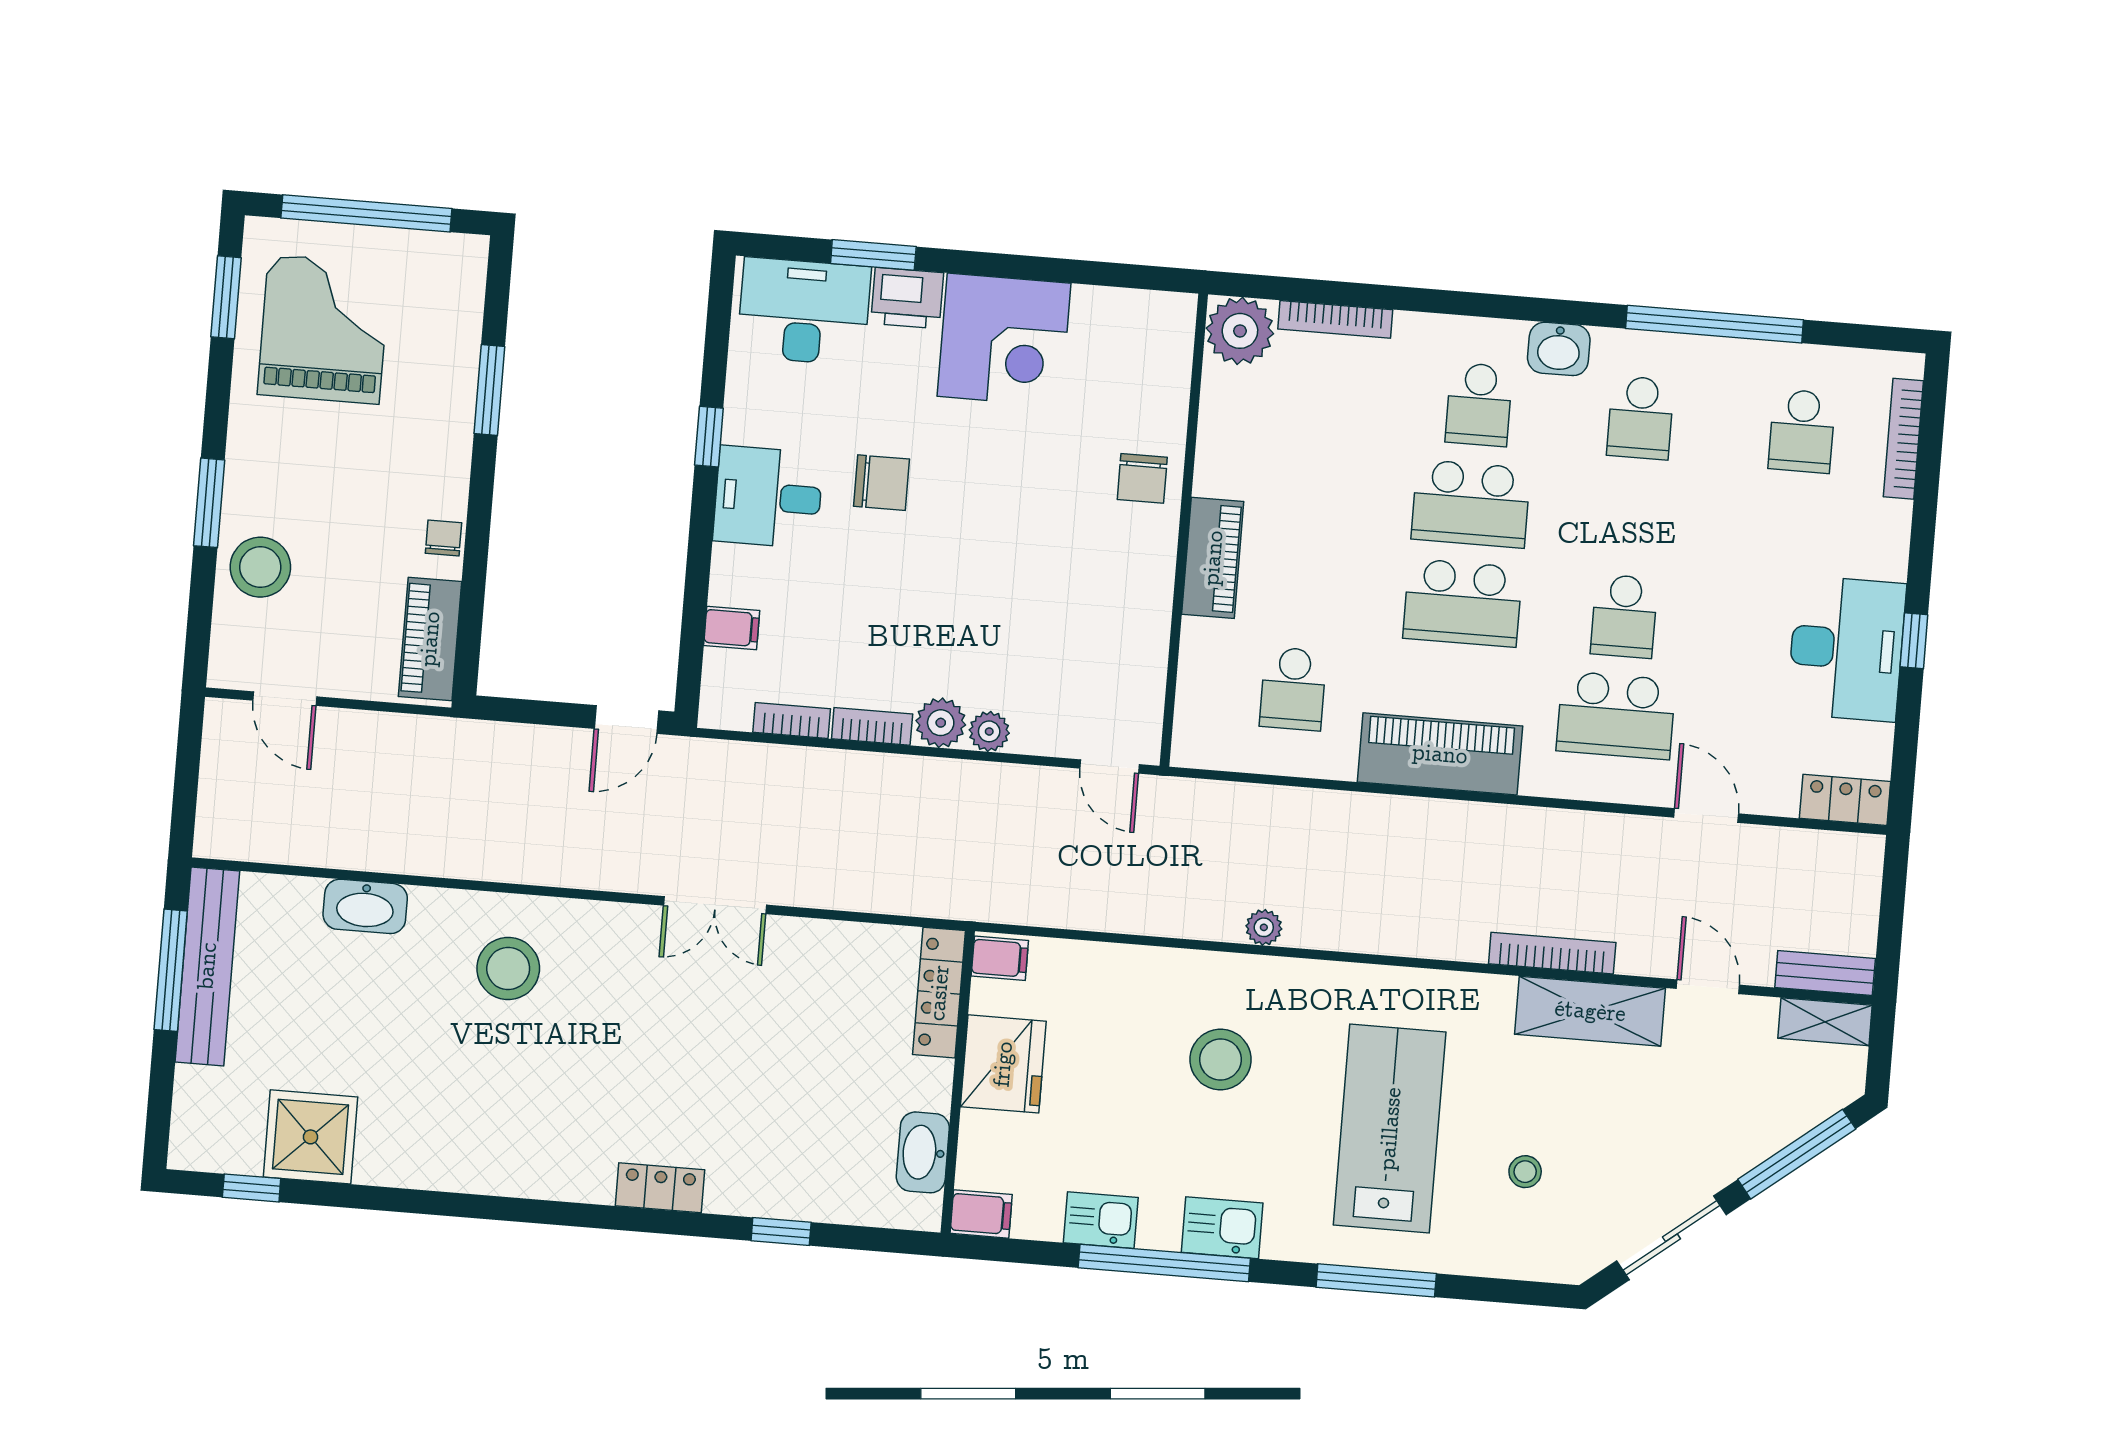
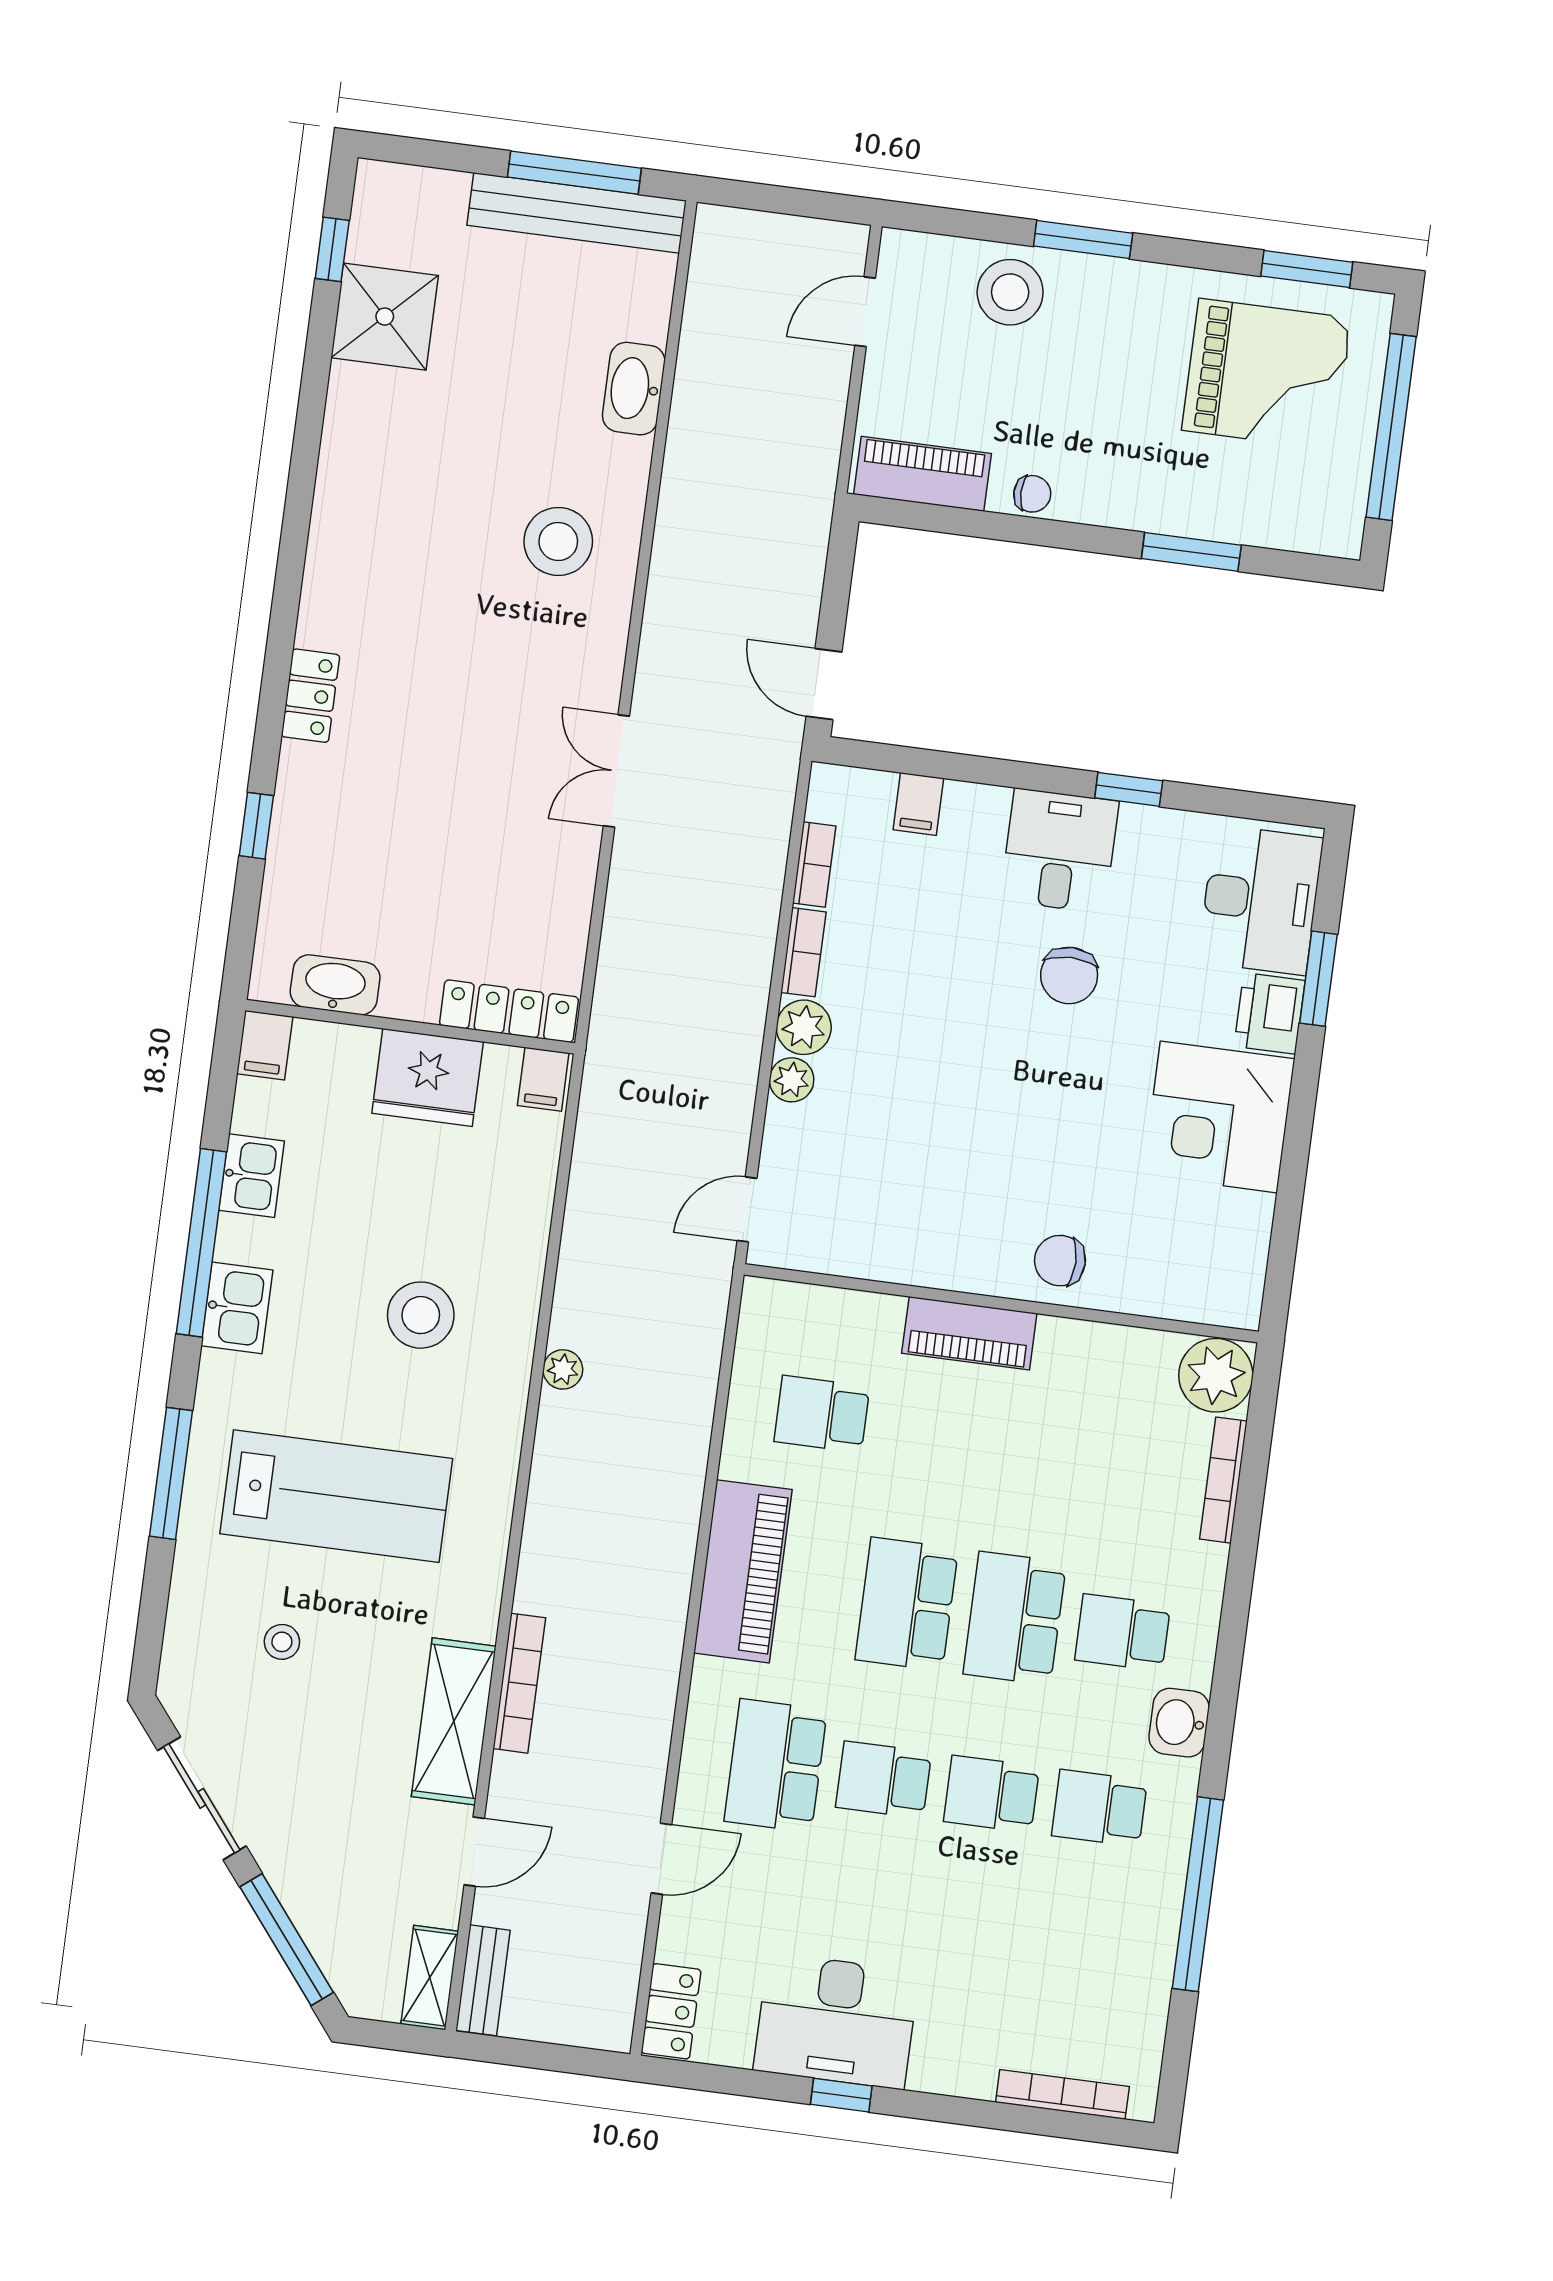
school desk: (1802, 431) -> (992, 1794), moved

